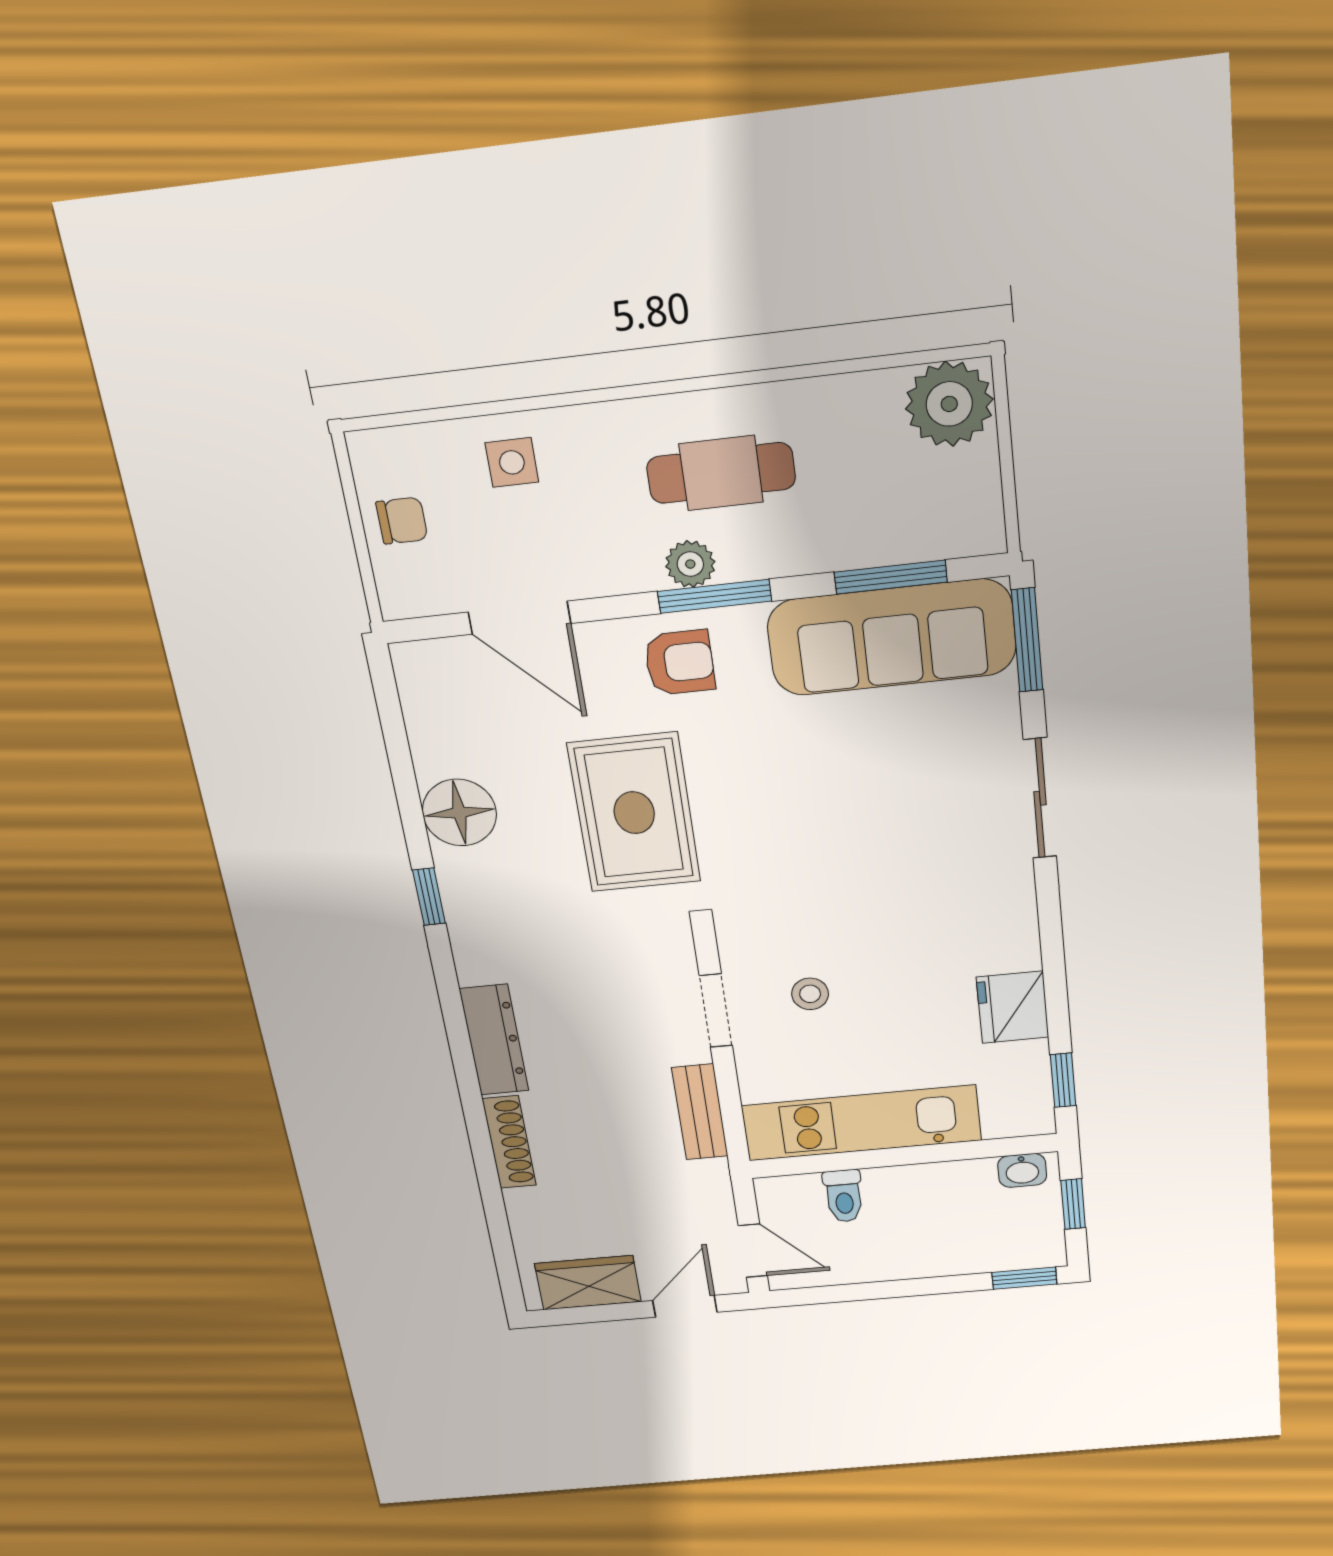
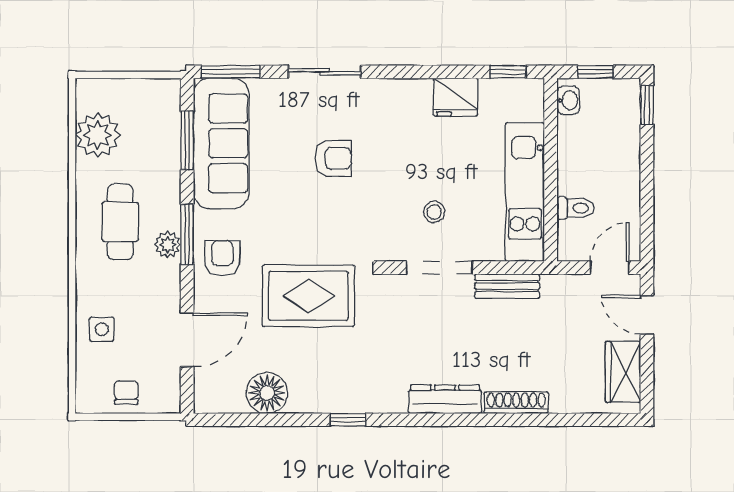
plant: (949, 404) -> (98, 135), moved
floor lamp: (459, 813) -> (267, 393), moved
armchair: (885, 828) -> (333, 158), added
doorway: (716, 1011) -> (439, 268), width x1.38

